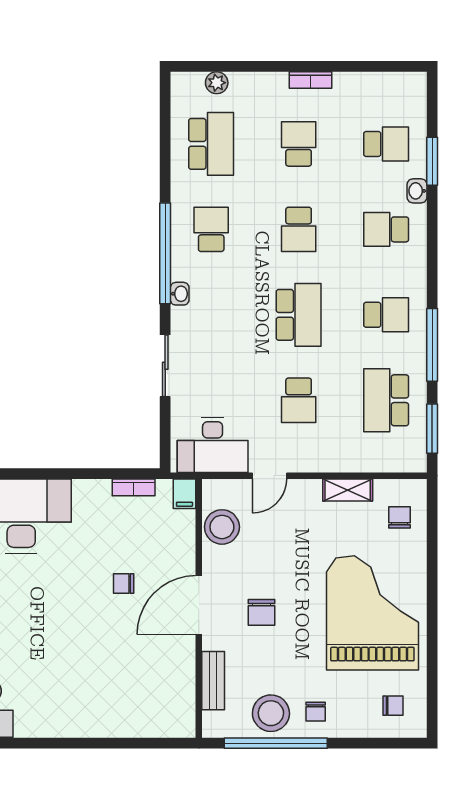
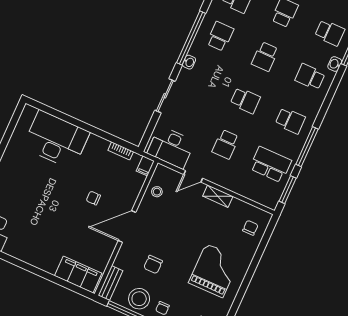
school desk: (299, 315) -> (245, 100), width x0.54
school desk: (386, 400) -> (271, 165), turned 90
shelving: (348, 490) -> (218, 196), moved
stool: (222, 527) -> (157, 192), width x0.53, depth x0.53
chair: (262, 612) -> (153, 265), moved
grand piano: (372, 613) -> (214, 271), width x0.73, depth x0.68
bench: (213, 681) -> (110, 283), moved
filing cabinet: (155, 718) -> (78, 275), added

